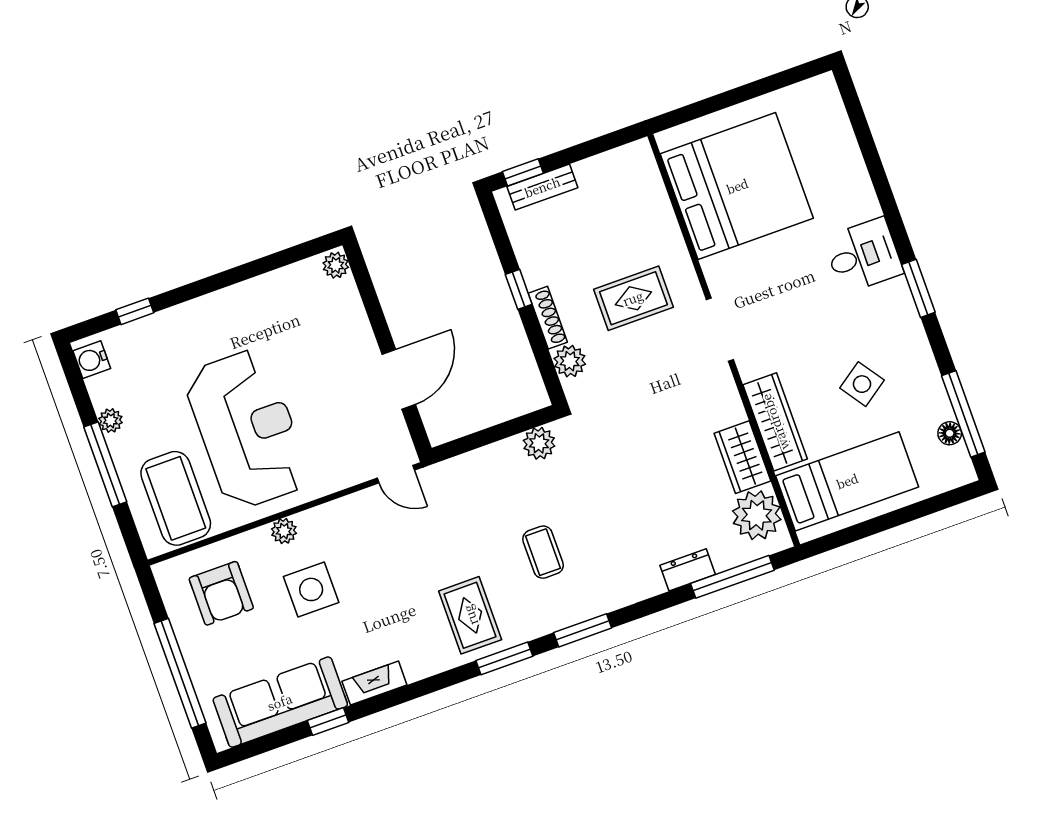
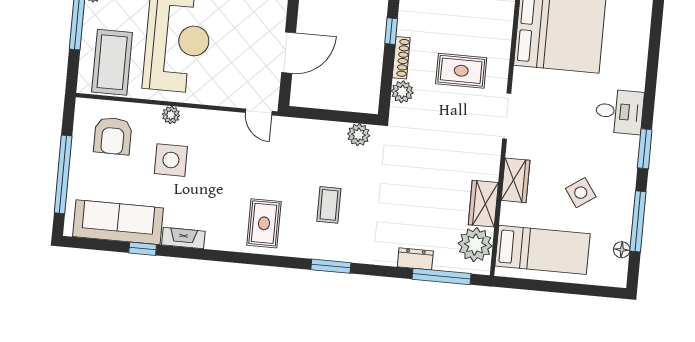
window: (963, 414) -> (638, 221), moved
wardrobe: (775, 422) -> (515, 180), width x0.67
window: (504, 658) -> (273, 261), removed

